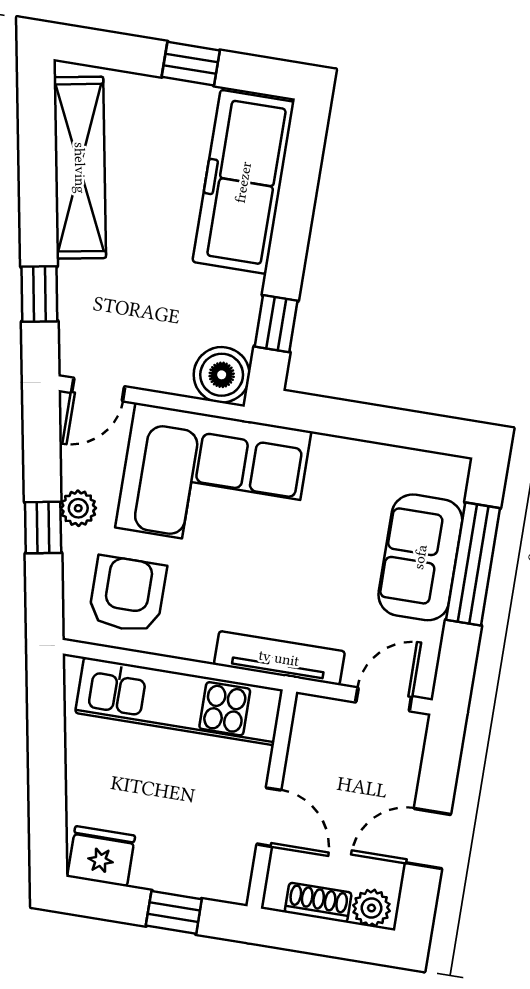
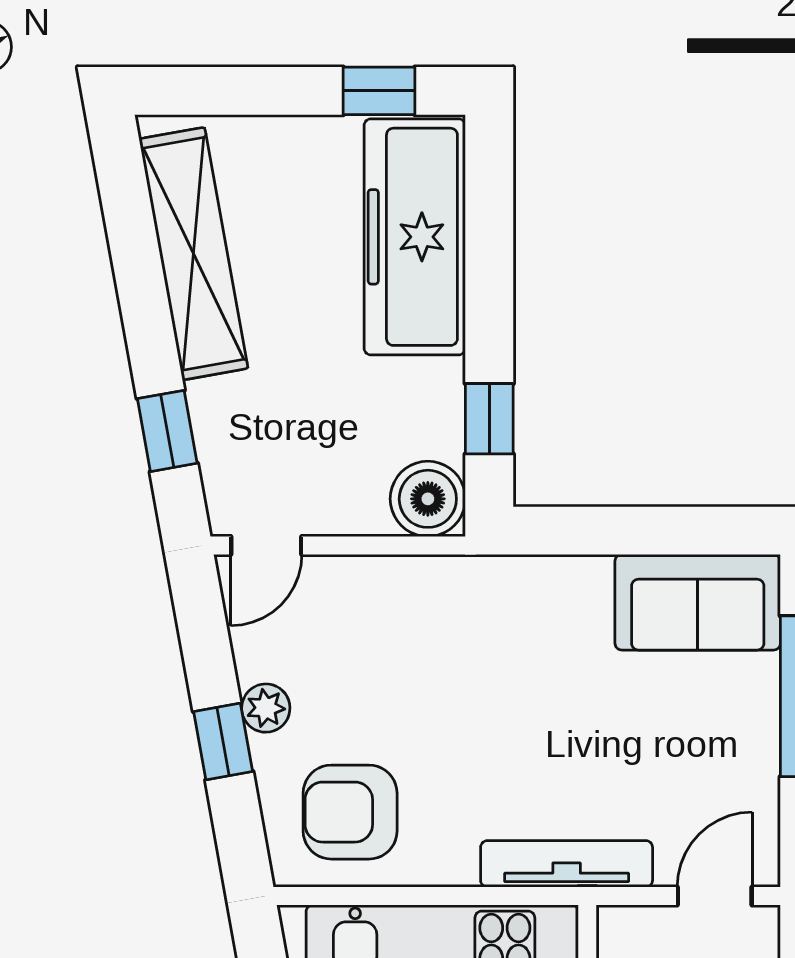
window: (191, 64) -> (379, 91), moved
corner sofa: (213, 479) -> (439, 640), removed
sofa: (420, 557) -> (698, 602), moved, turned -90
armchair: (127, 594) -> (350, 812), turned -90

